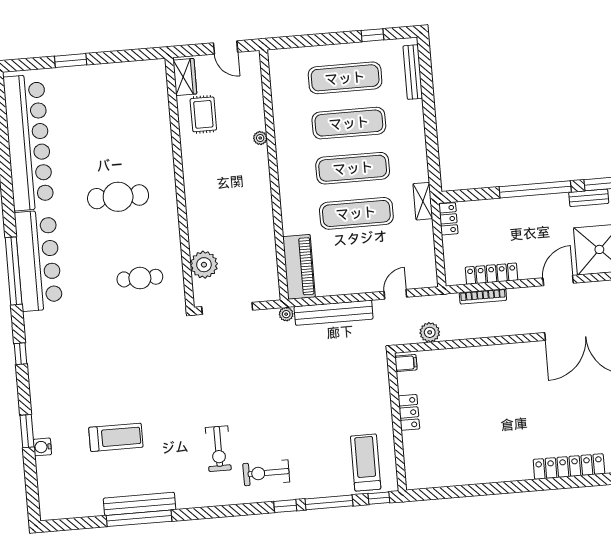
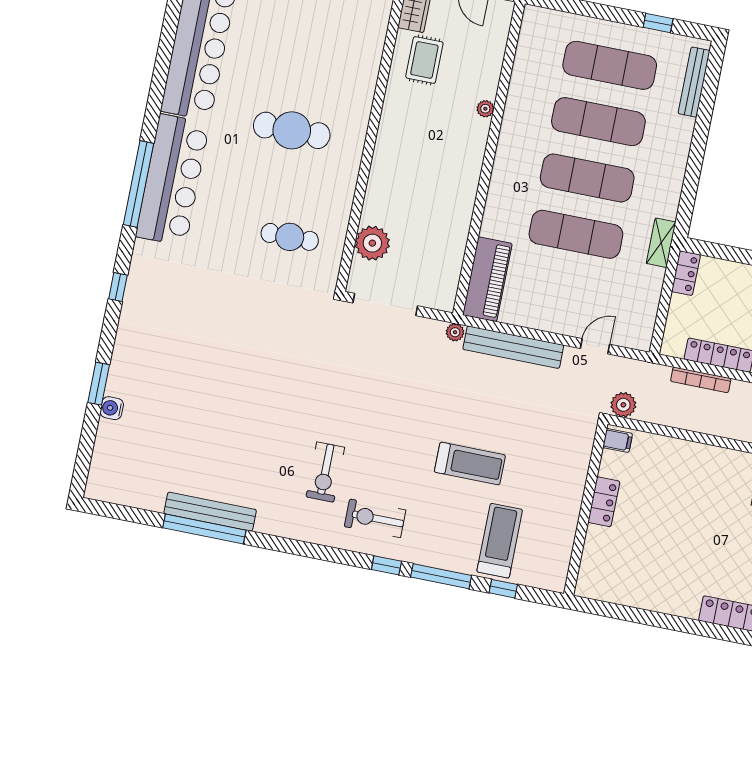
filing cabinet: (406, 363) -> (618, 440), moved
locker: (409, 412) -> (604, 502), moved
wall: (397, 422) -> (586, 509), moved
treadmill: (116, 437) -> (470, 464), moved

